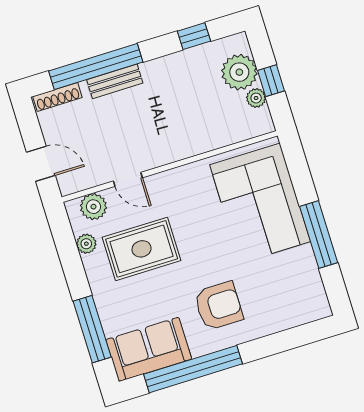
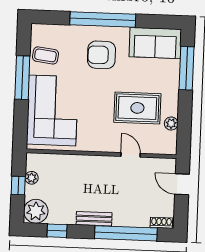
plant: (239, 72) -> (36, 211), moved
bench: (115, 81) -> (94, 219), moved
shoe rack: (57, 97) -> (161, 223), width x0.70
plant: (93, 207) -> (158, 145), removed
coffee table: (297, 277) -> (45, 55), added
window: (193, 369) -> (103, 19), moved

